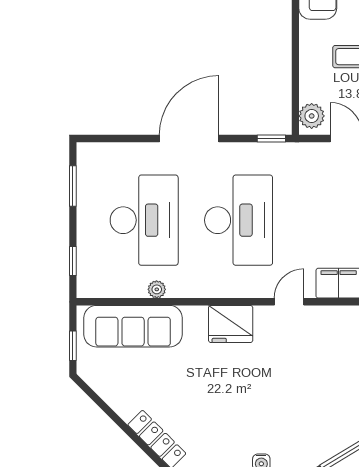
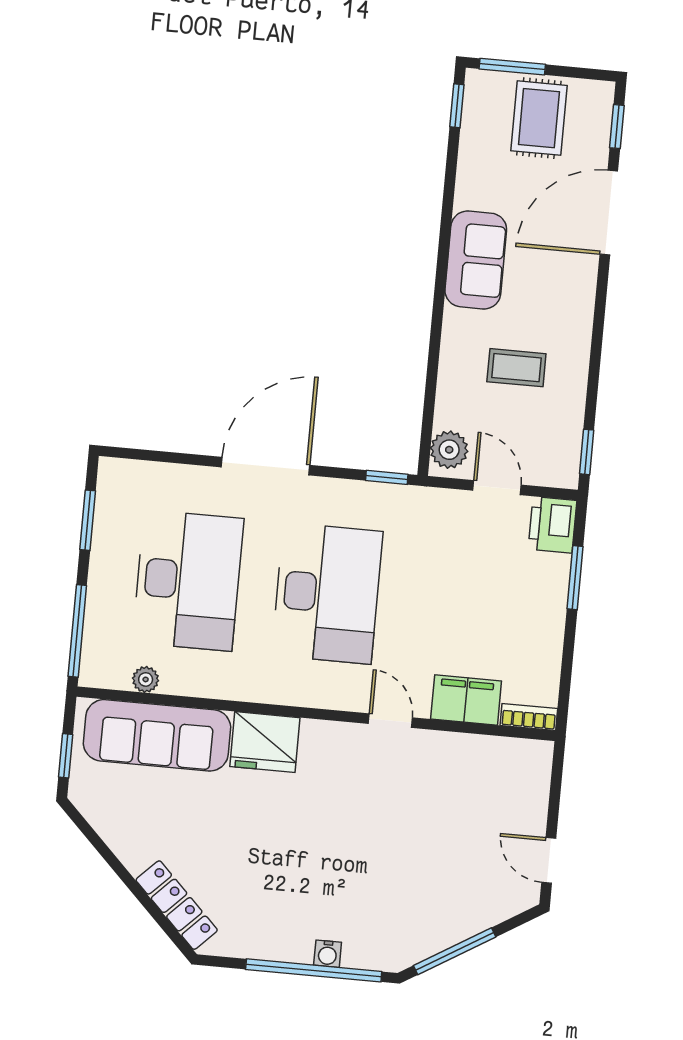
window: (73, 261) -> (77, 631), width x2.17
plant: (157, 289) -> (146, 679), moved
door: (289, 302) -> (390, 721), hinge flipped
fridge: (231, 324) -> (265, 742), moved

